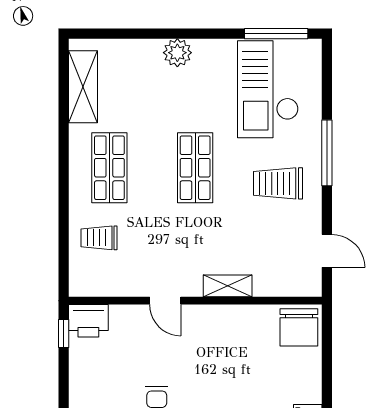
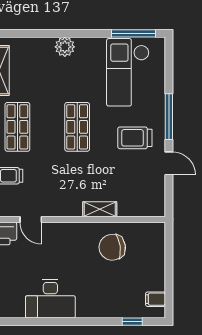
door: (327, 251) -> (169, 163), moved
door: (165, 301) -> (31, 219), moved
chair: (299, 327) -> (112, 247), moved, turned 82

